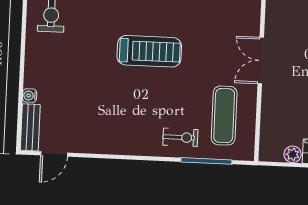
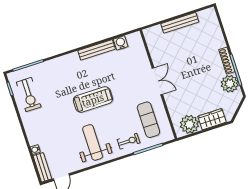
double door: (261, 61) -> (157, 81), swing flipped
weight bench: (123, 118) -> (93, 142), added
plant: (293, 154) -> (189, 124), width x1.87, depth x1.87

